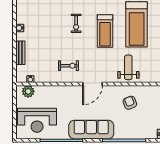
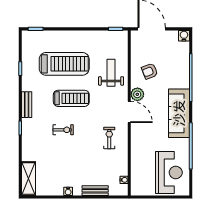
weight bench: (128, 67) -> (111, 73), turned 90
plant: (28, 91) -> (137, 94), moved

